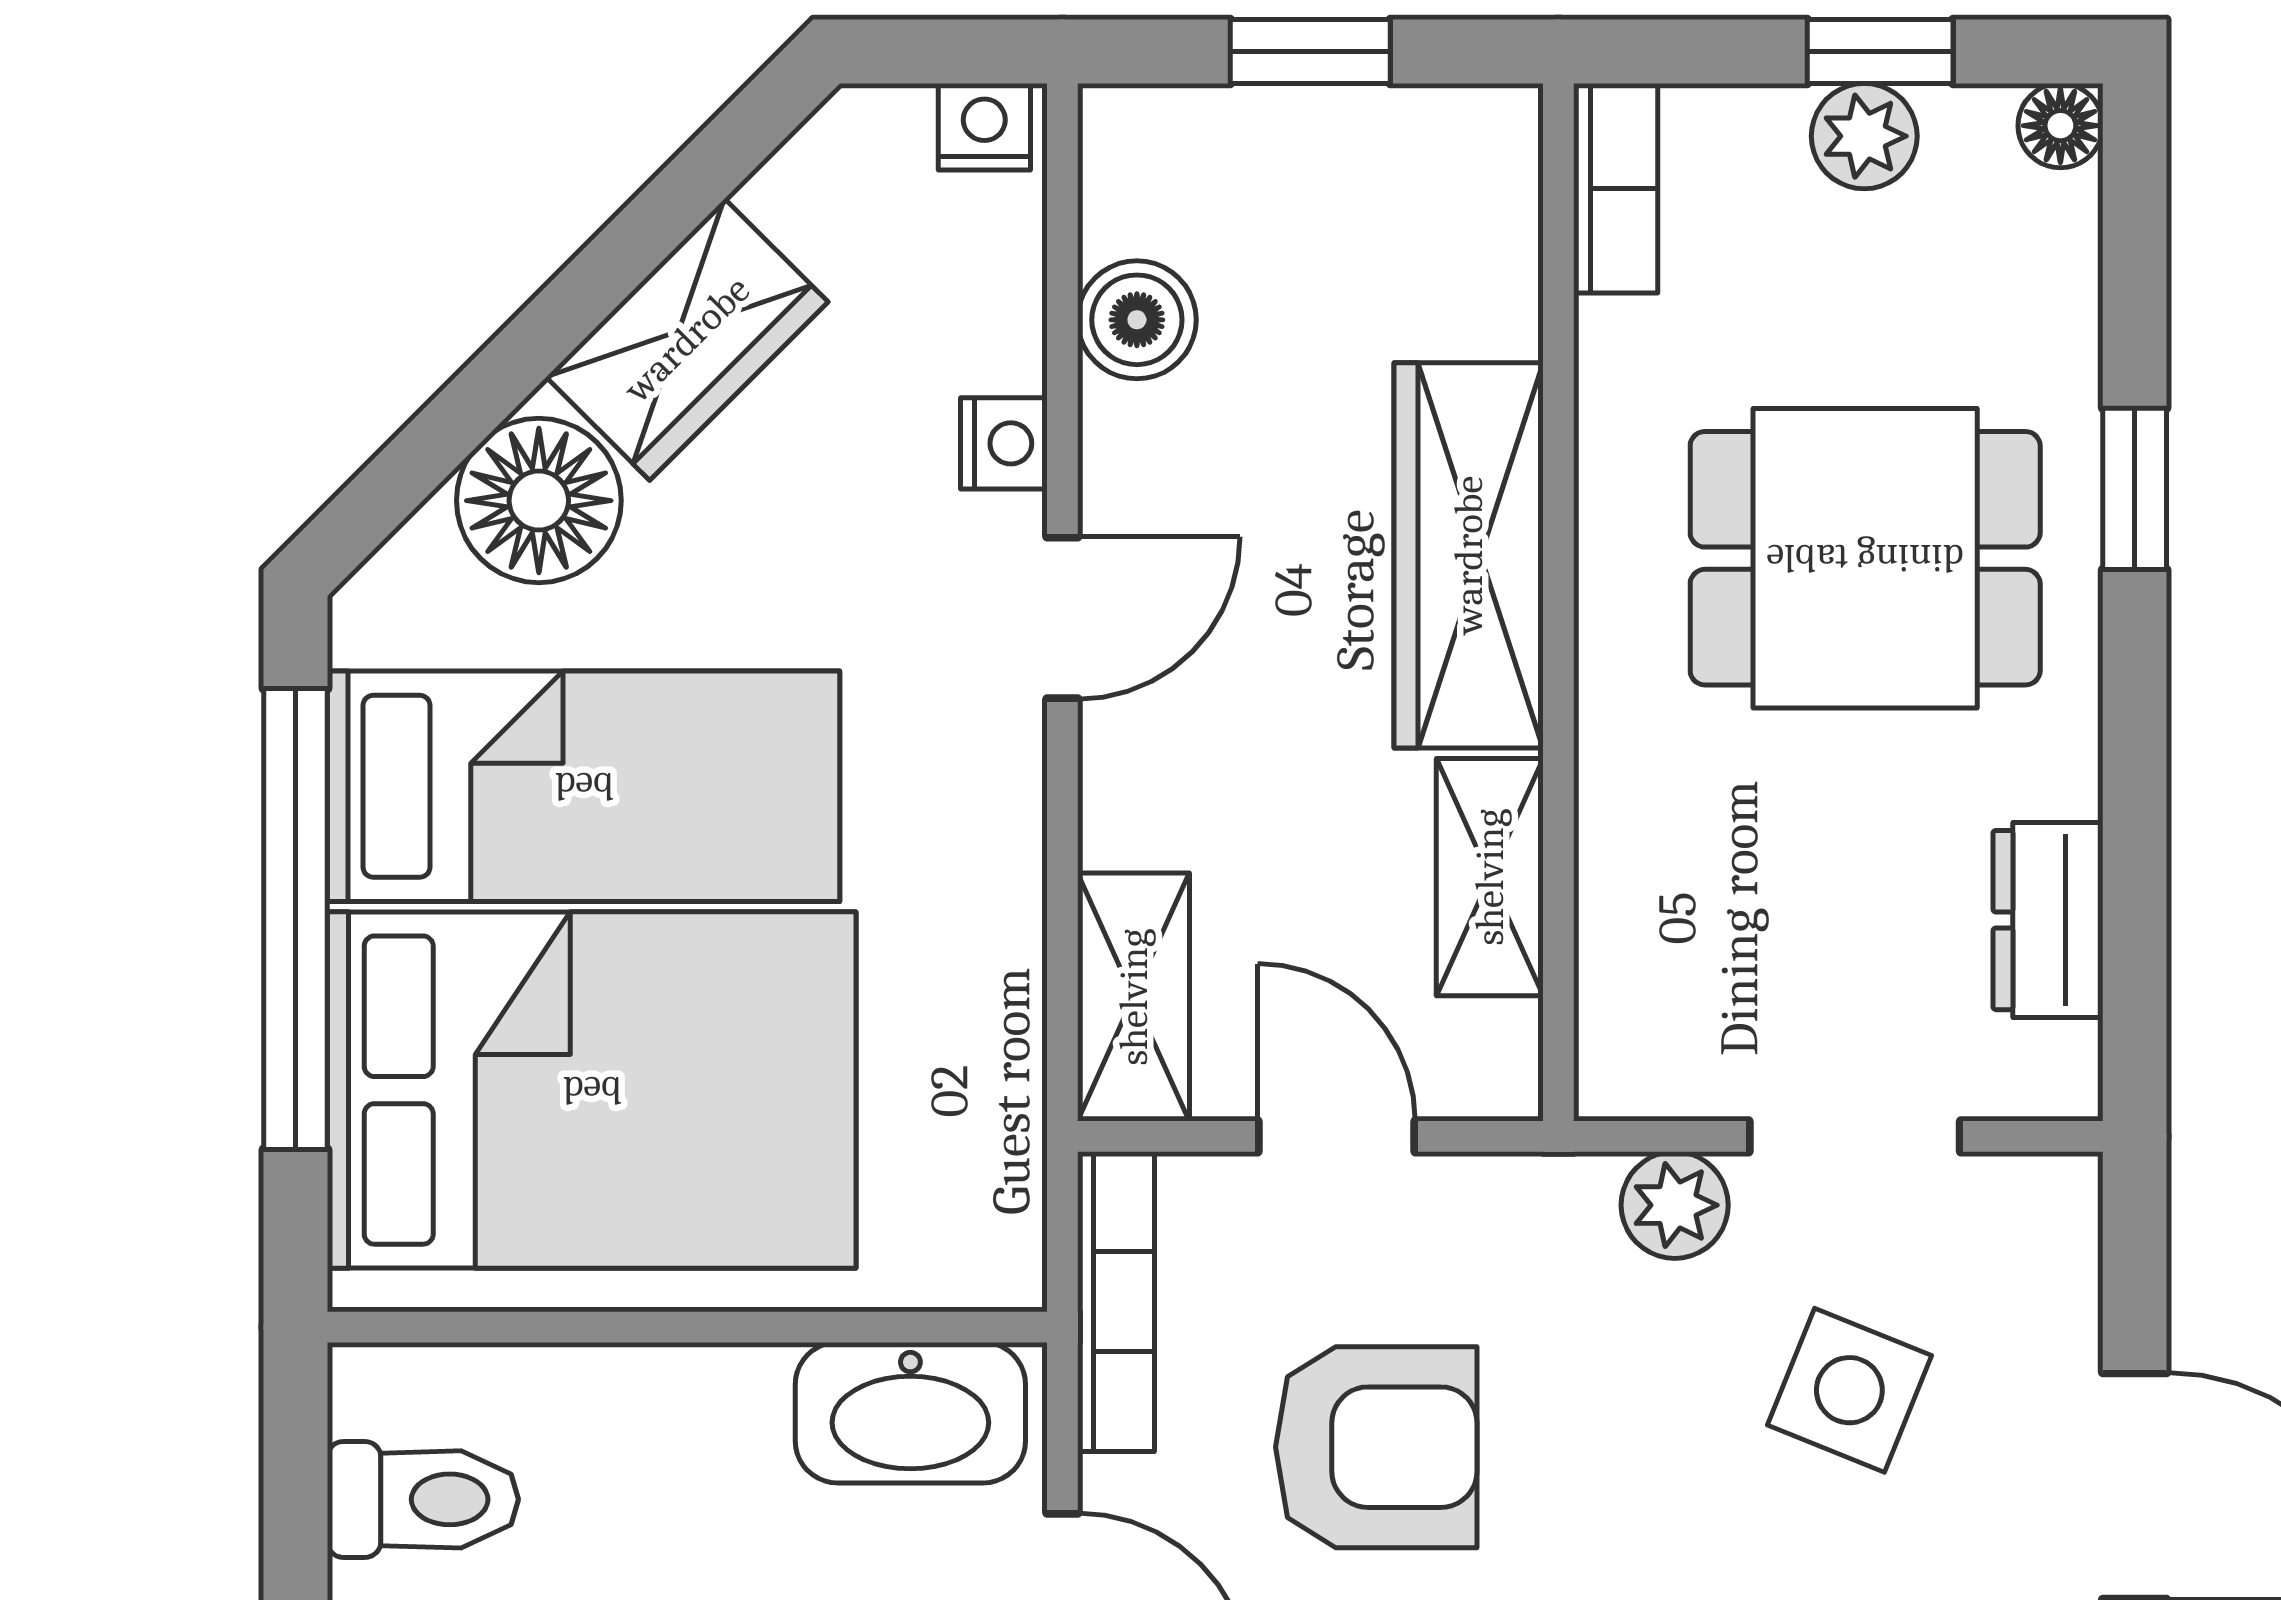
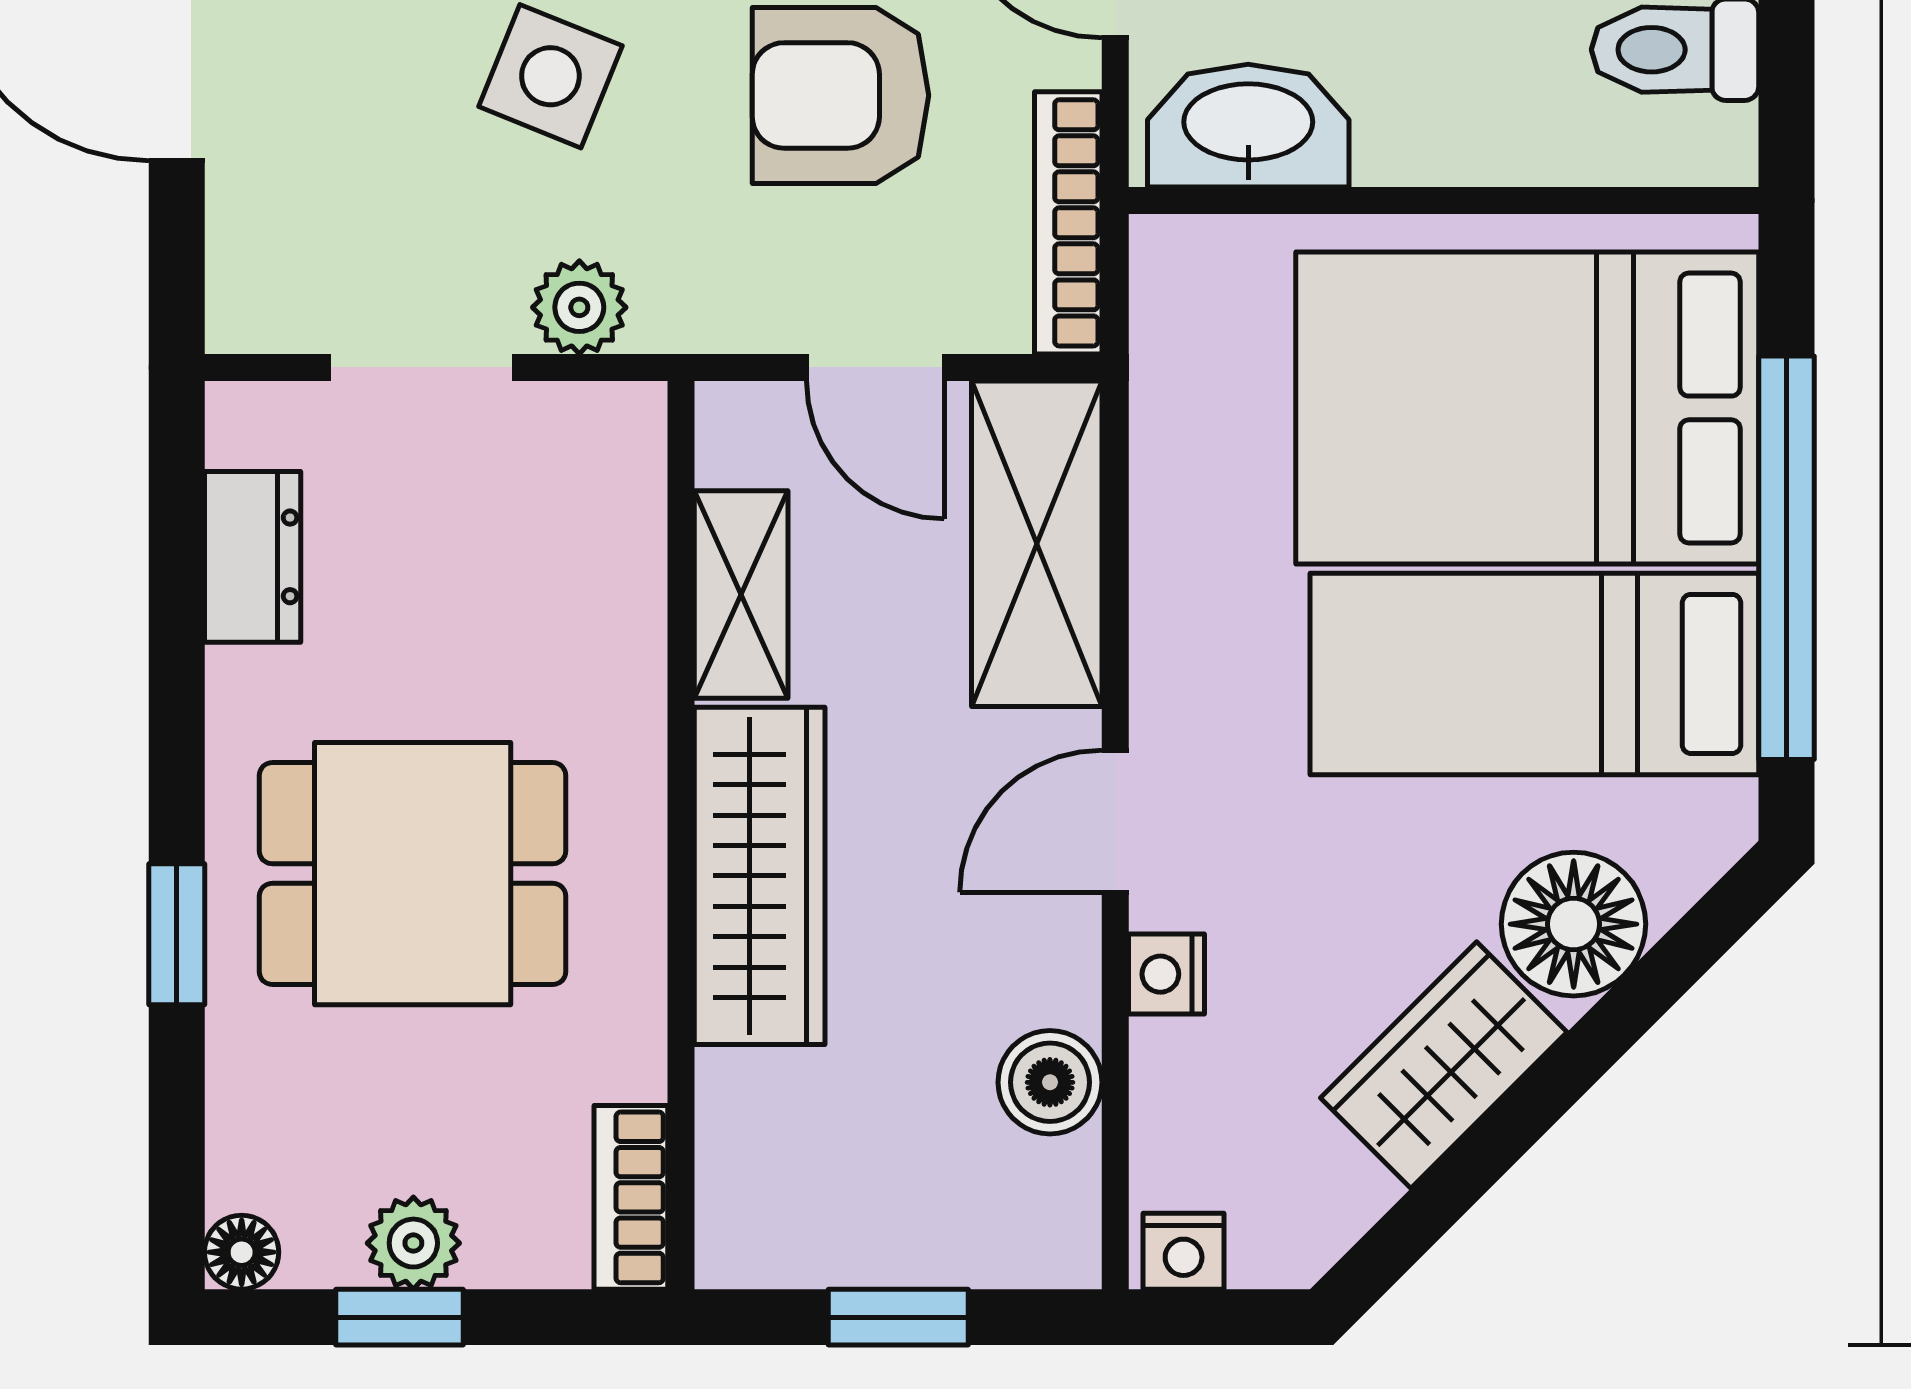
shelving: (1134, 997) -> (1037, 544), width x1.50, depth x1.33
side table: (1849, 1390) -> (550, 76), moved

